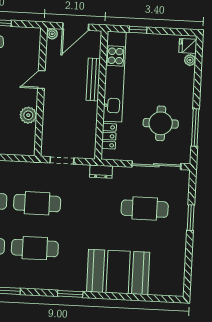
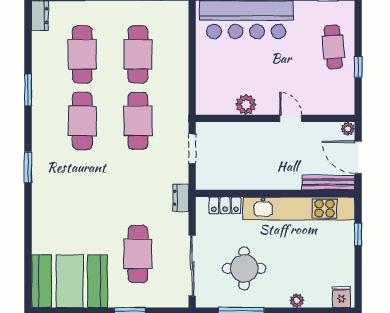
plant: (190, 60) -> (297, 301), moved
bench: (93, 79) -> (328, 182), moved
booth: (118, 272) -> (70, 281), moved, turned 90

